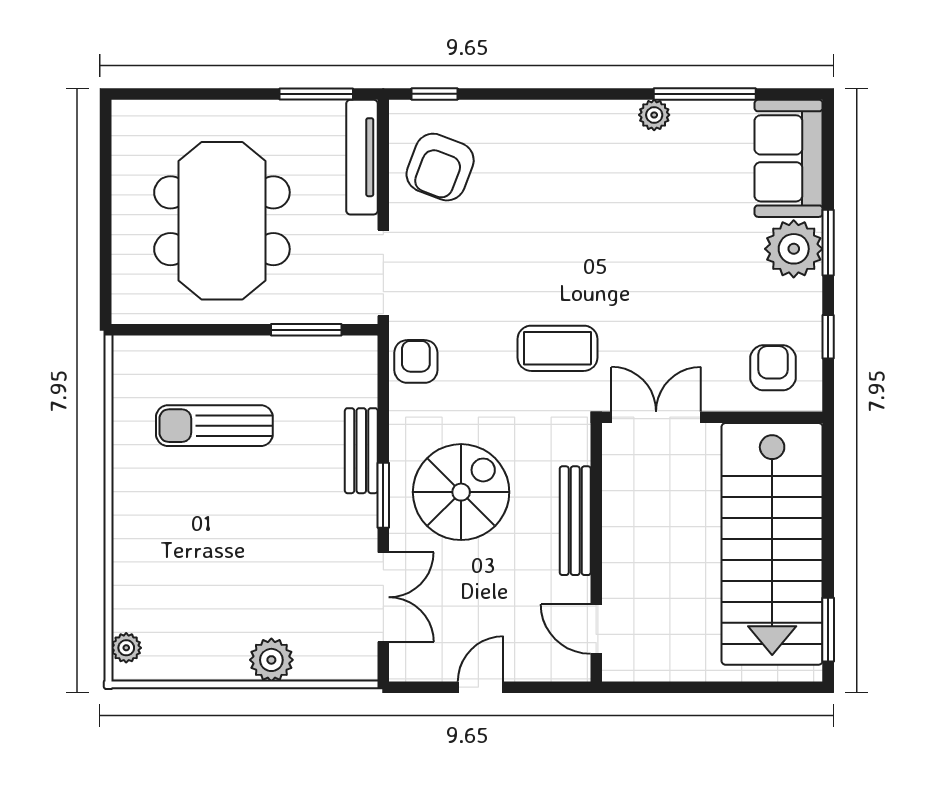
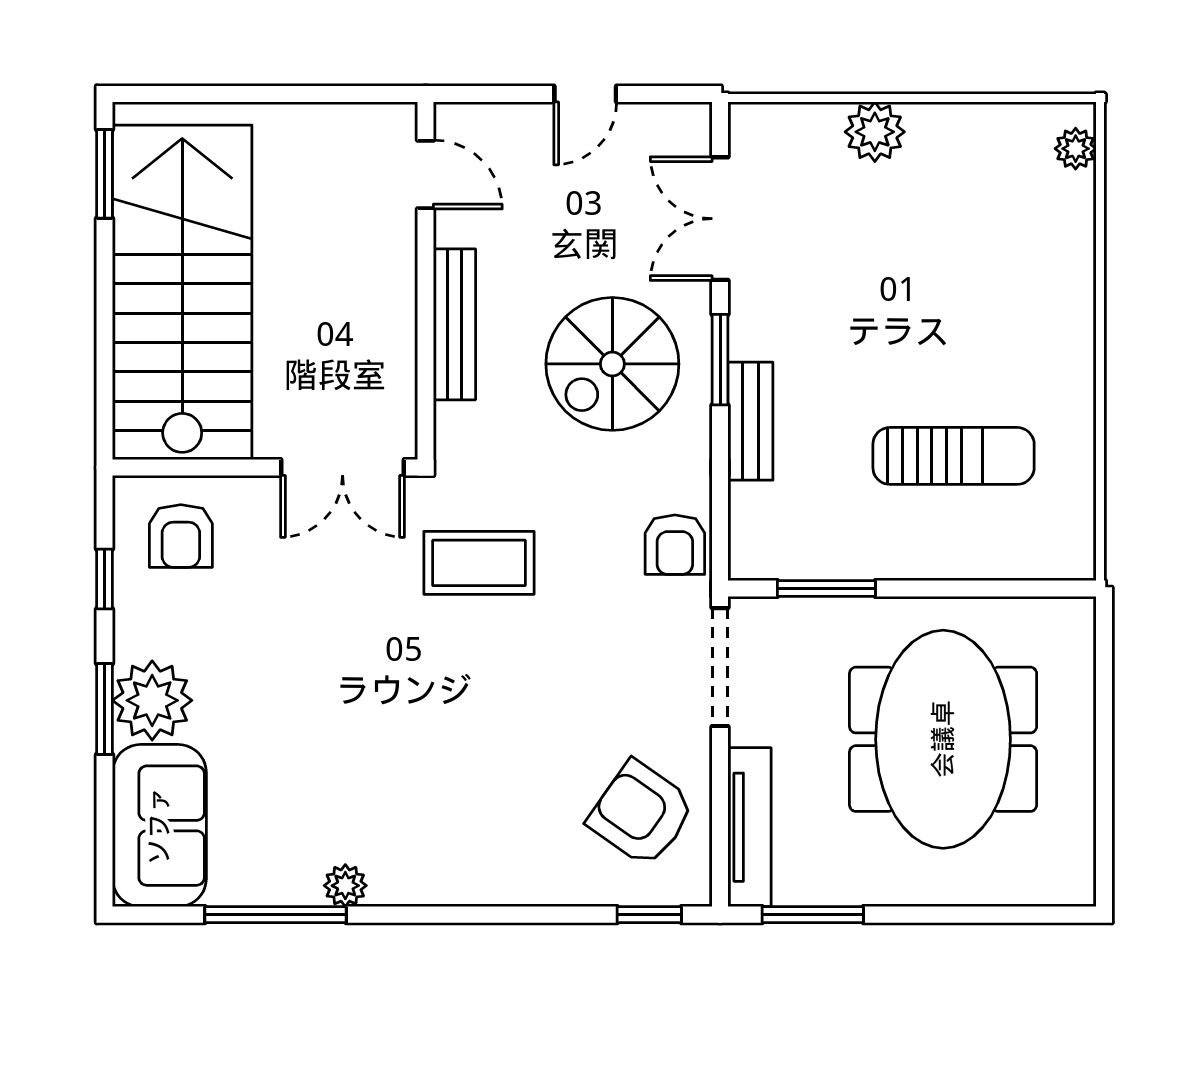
armchair: (440, 167) -> (641, 814), turned -76

